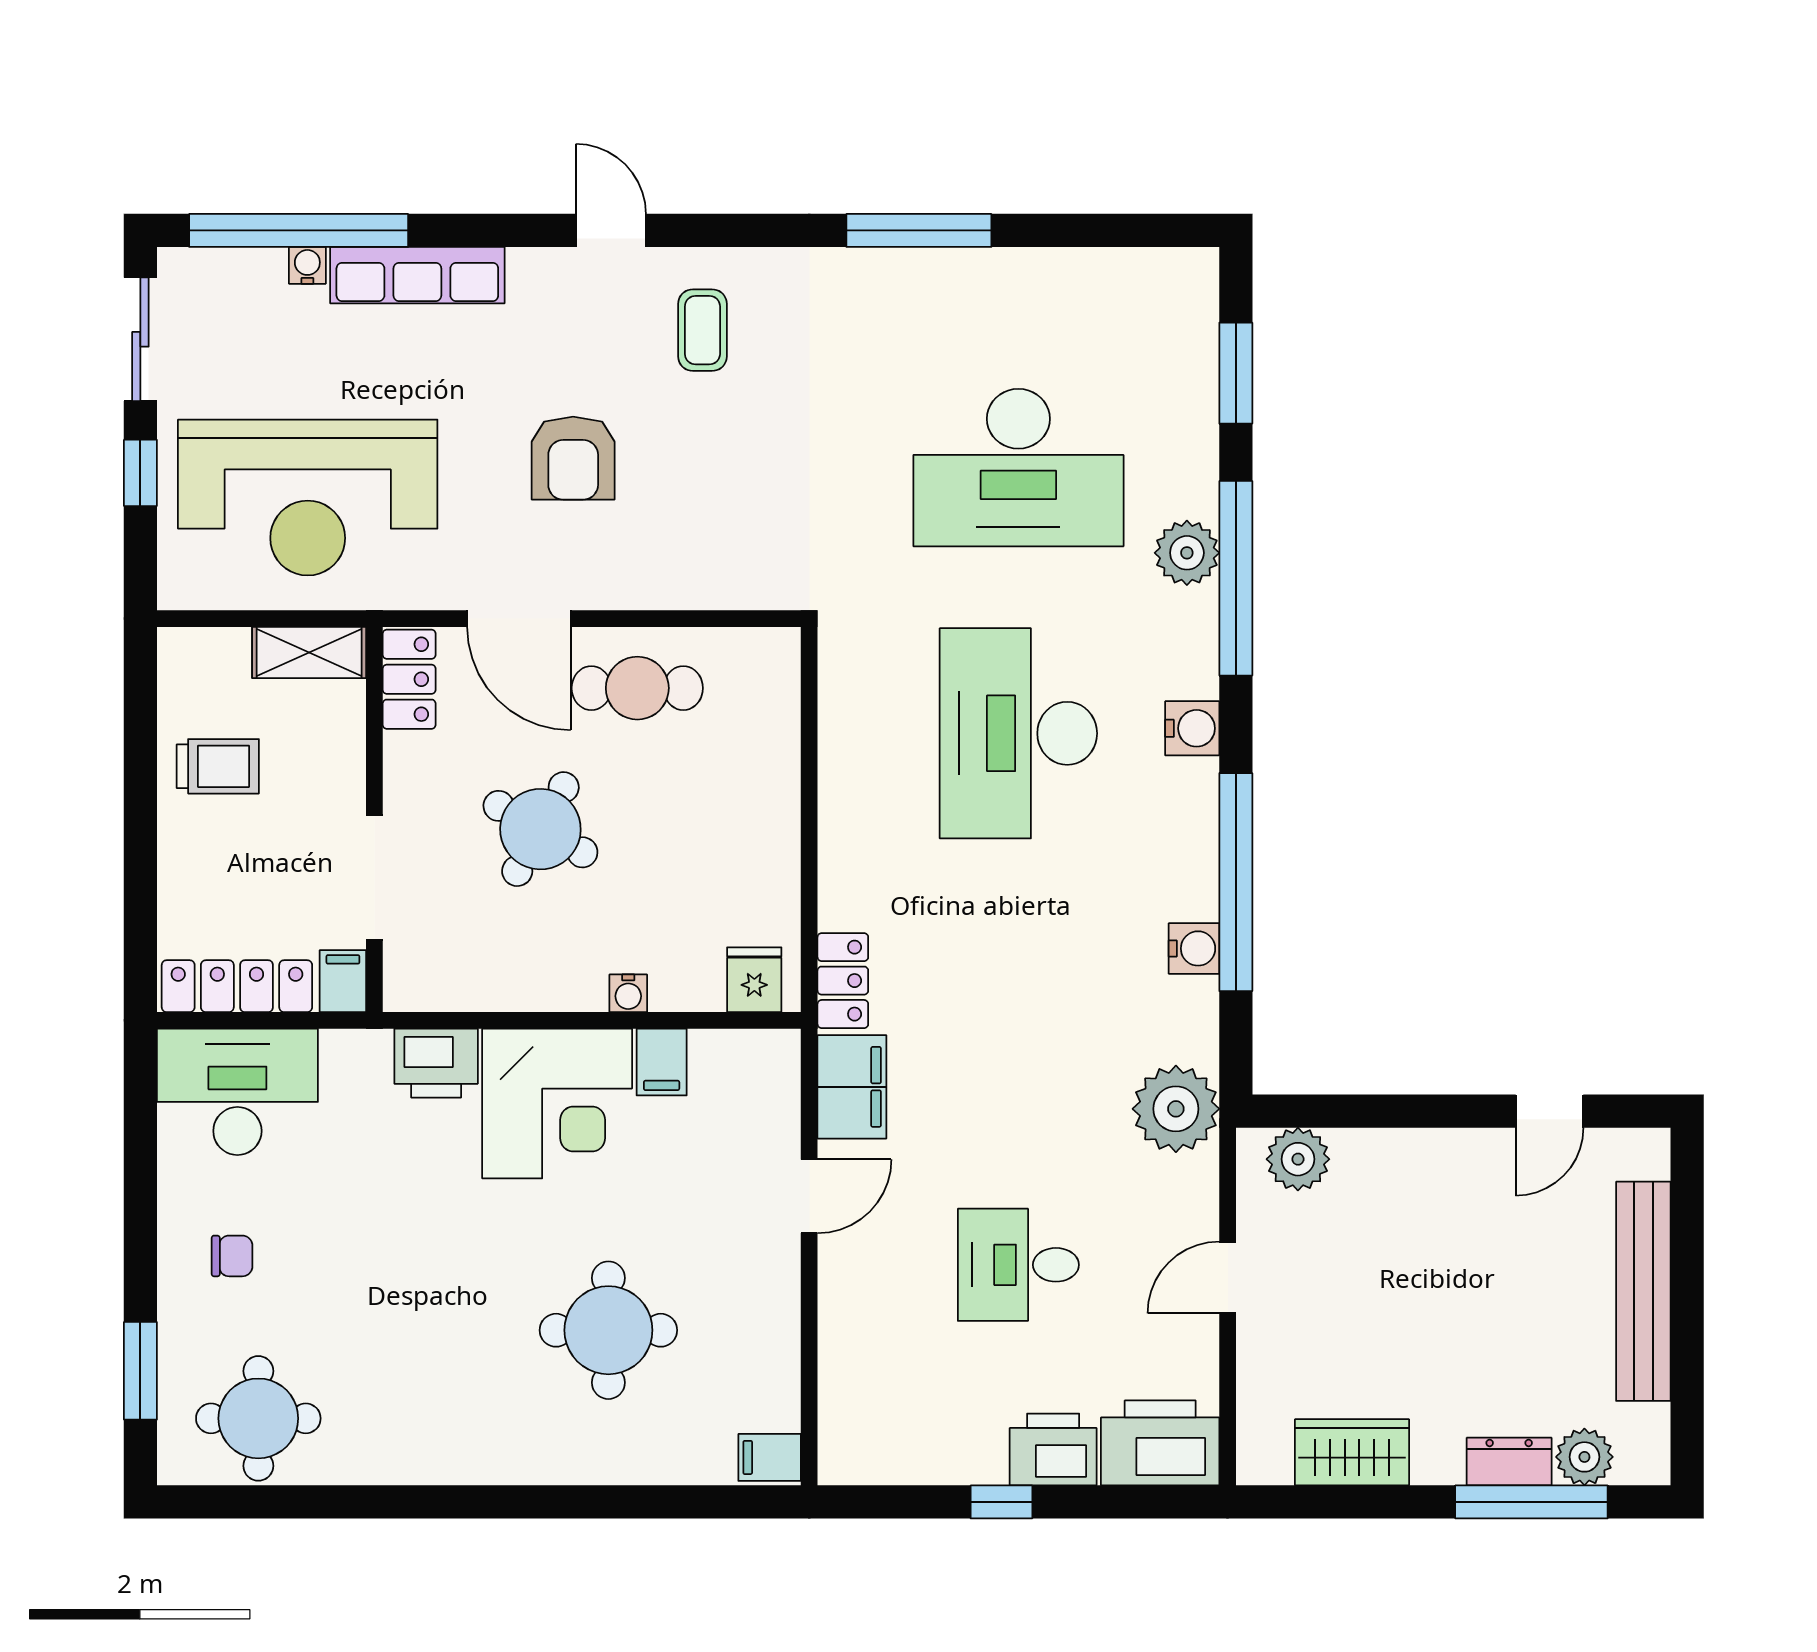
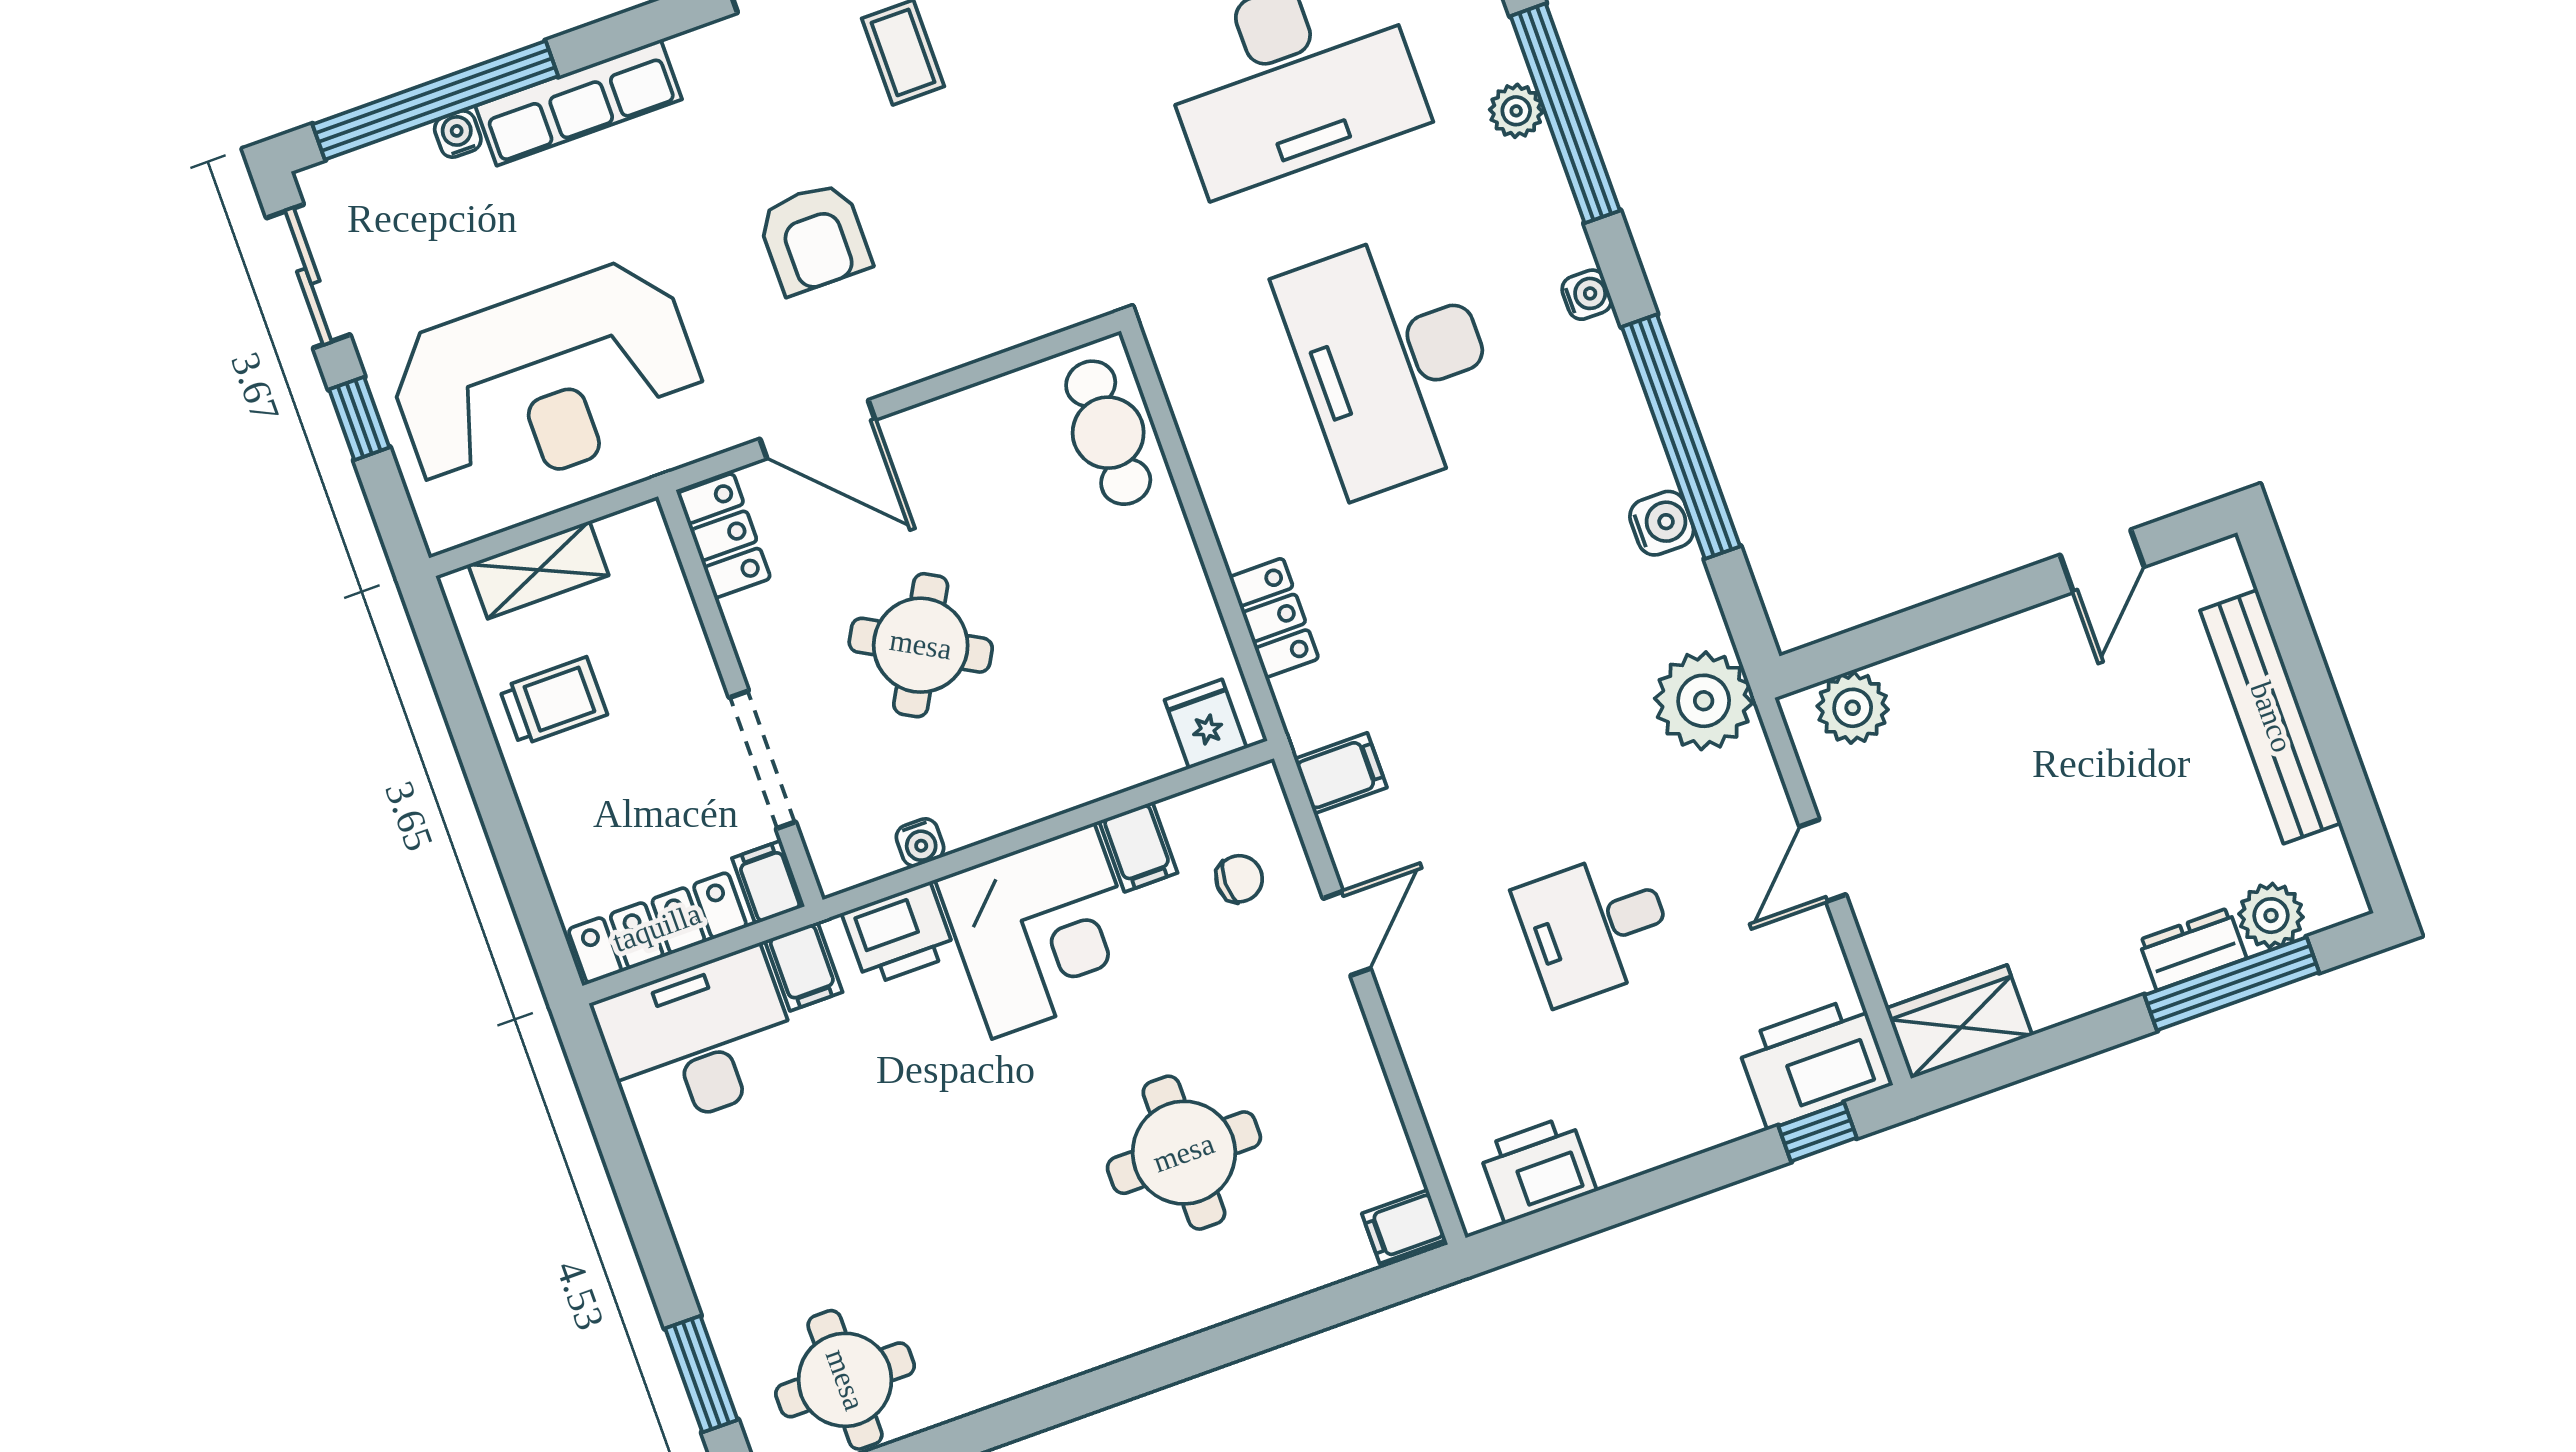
plant: (1187, 553) -> (1516, 111), width x0.73, depth x0.73
shelving: (309, 652) -> (538, 570), moved
cafe table: (637, 688) -> (1108, 433), moved, turned 90
water cooler: (1192, 728) -> (1587, 295), width x0.72, depth x0.72
locker: (843, 981) -> (1274, 618), moved
water cooler: (628, 993) -> (920, 842), moved
filing cabinet: (347, 1062) -> (804, 966), added
filing cabinet: (852, 1087) -> (1341, 773), width x0.50
chair: (232, 1256) -> (1239, 879), moved
printer: (1053, 1450) -> (1537, 1169), moved
wardrobe: (1352, 1452) -> (1959, 1022), moved
window: (1001, 1502) -> (1818, 1132), moved

